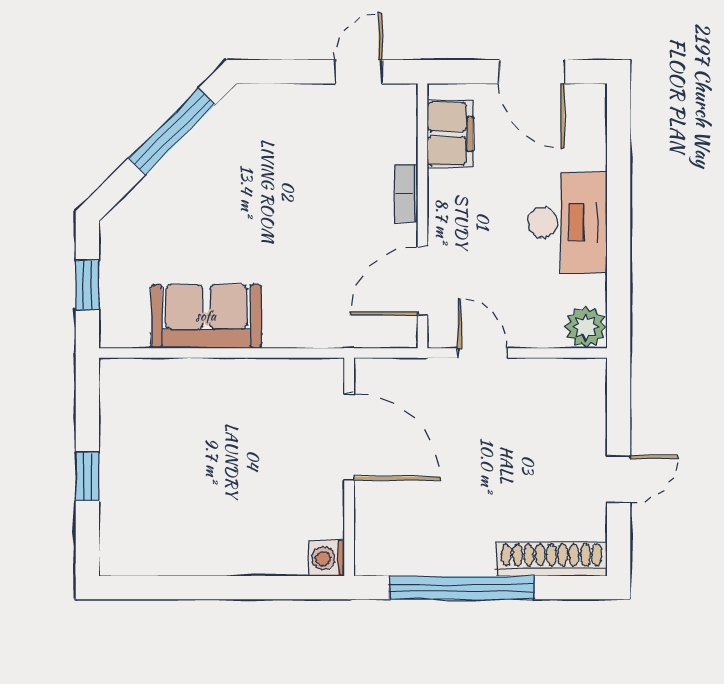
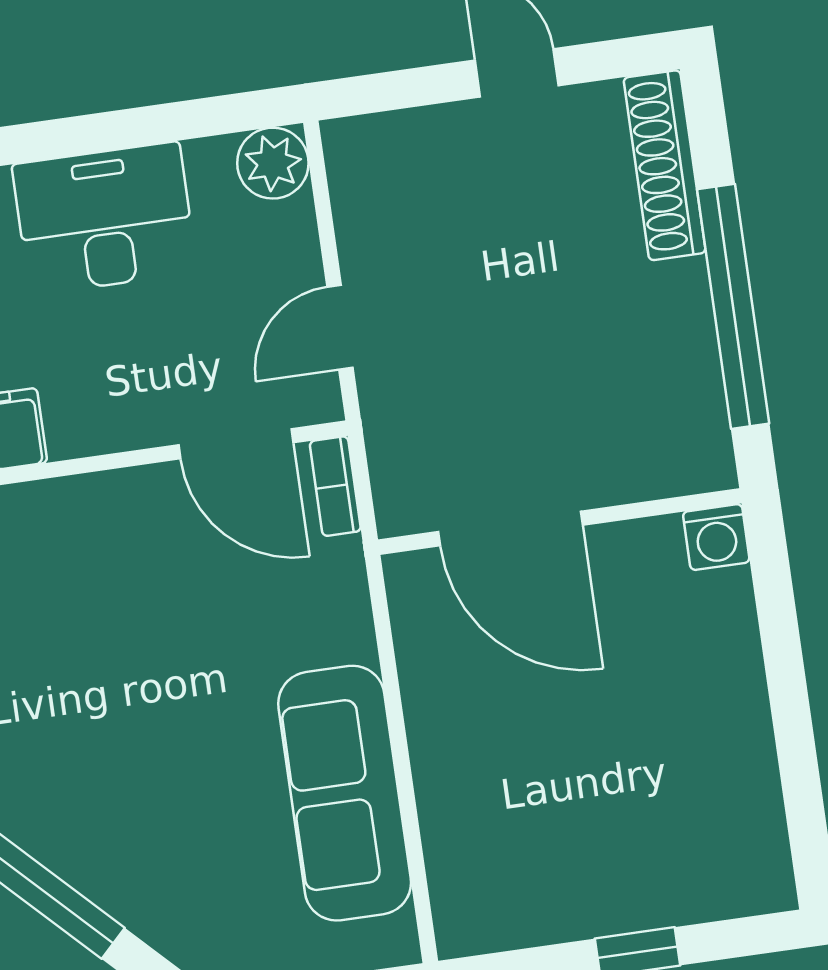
bookcase: (406, 193) -> (335, 486), moved, turned 90
sofa: (206, 316) -> (345, 793), width x1.36
door: (349, 437) -> (510, 528), swing flipped

